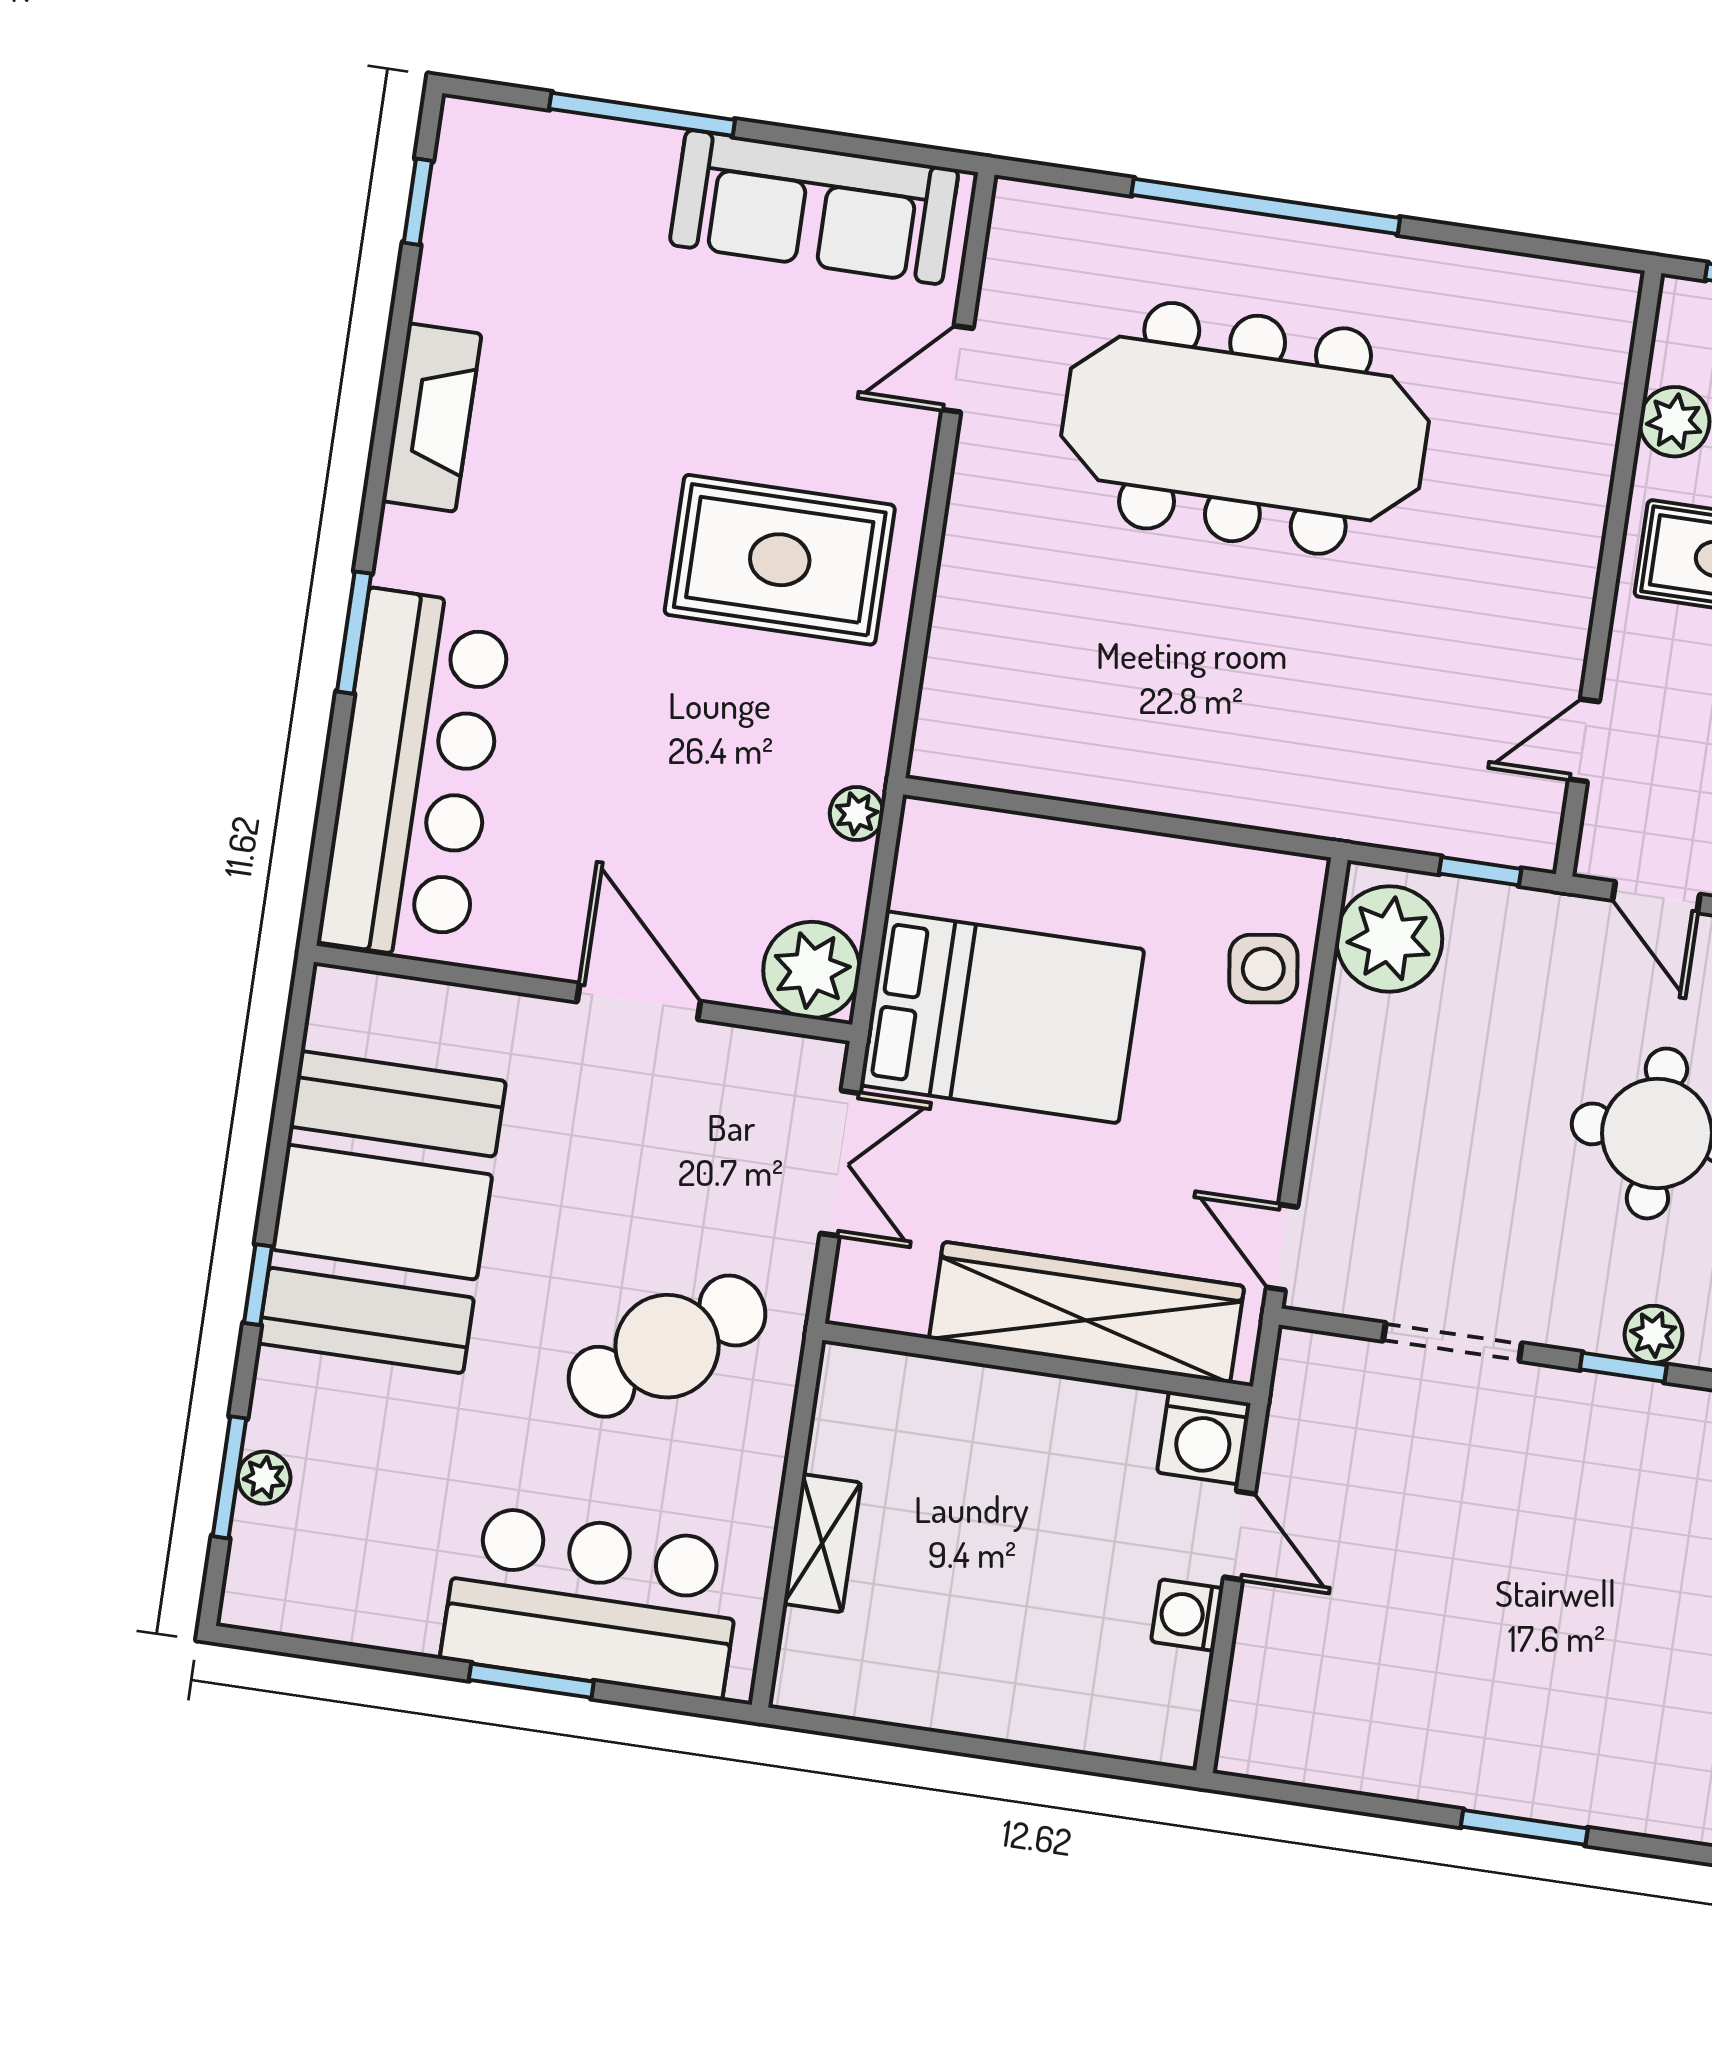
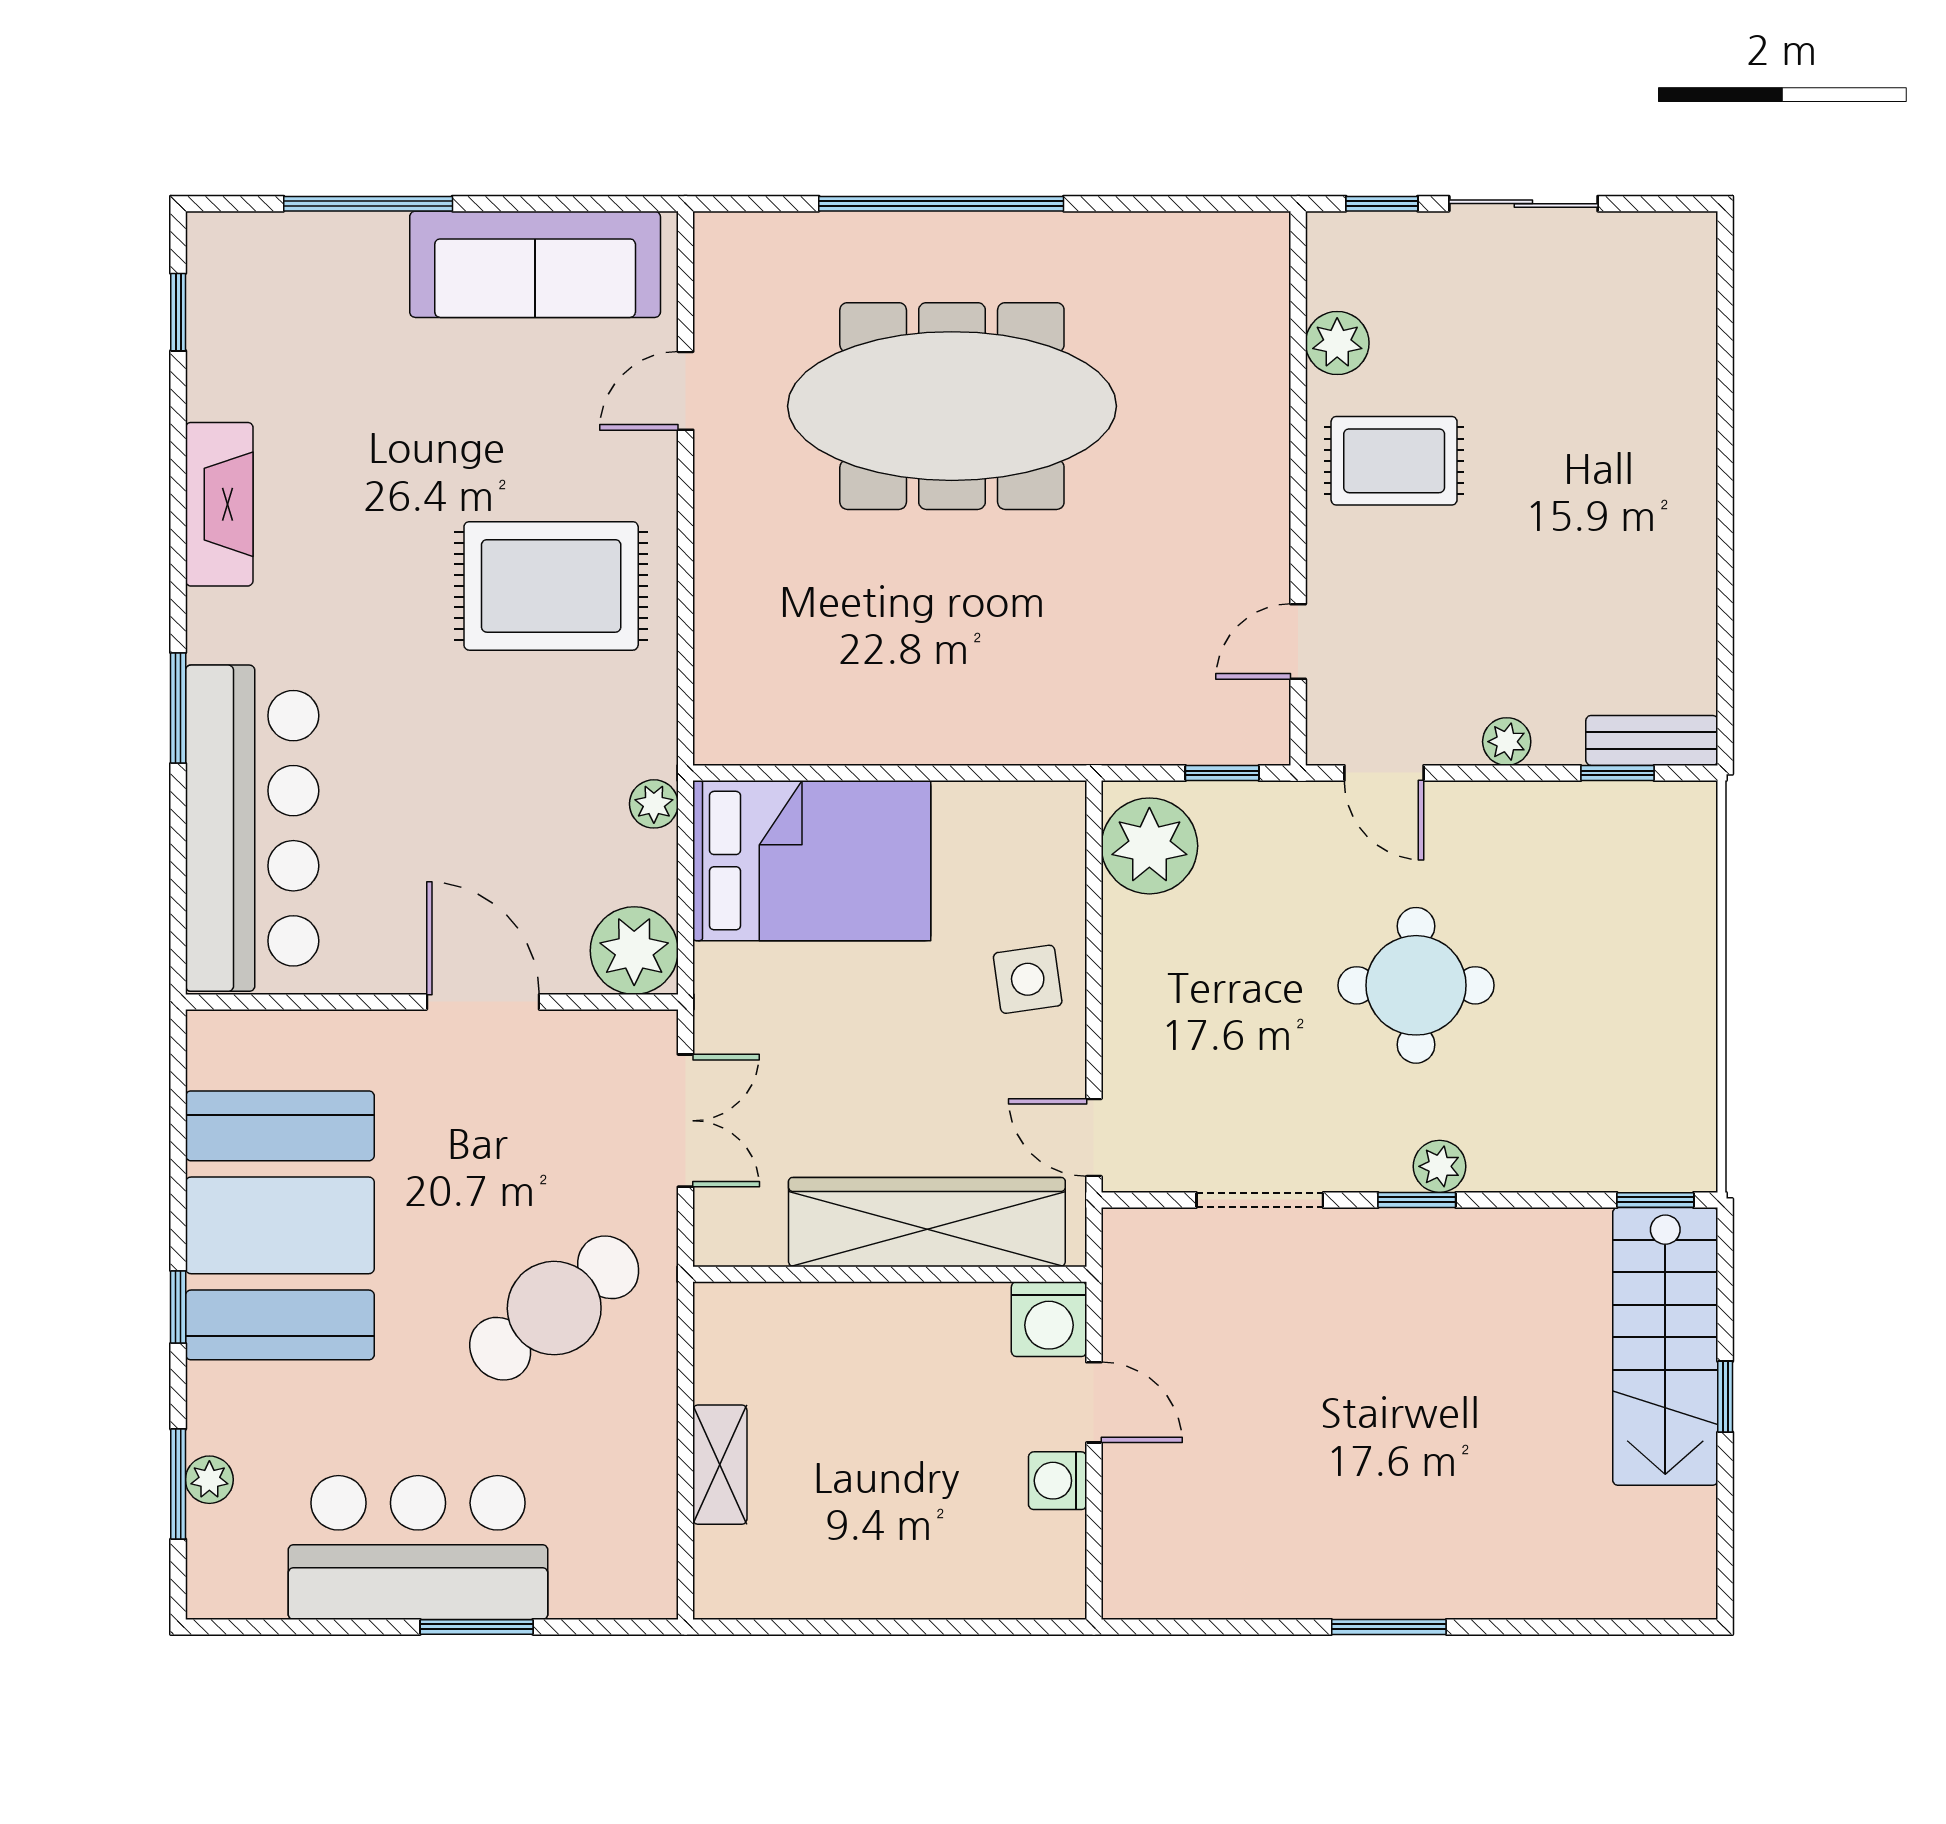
side table: (1263, 969) -> (1028, 979), moved
bed: (1002, 1017) -> (812, 861), moved
bar counter: (592, 1601) -> (418, 1547), moved

